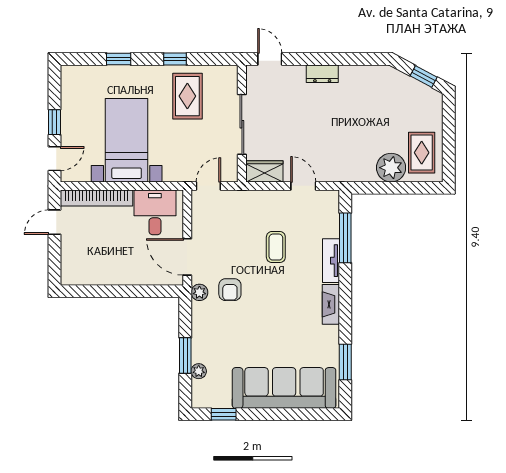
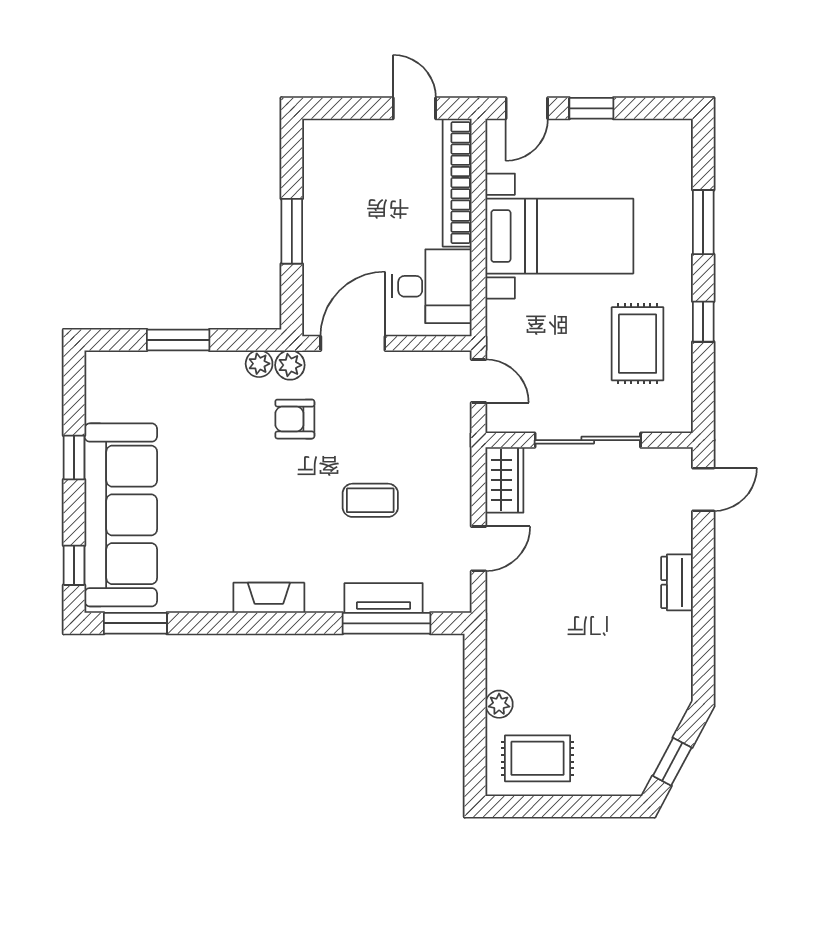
window: (119, 59) -> (703, 222), width x1.50
rug: (187, 96) -> (638, 344), turned 90
door: (54, 159) -> (527, 108), hinge flipped
plant: (391, 168) -> (499, 704), width x0.53, depth x0.53
tv unit: (331, 261) -> (384, 598), moved
window: (124, 291) -> (292, 231), added
window: (345, 362) -> (135, 623), moved
plant: (199, 371) -> (259, 364), moved
window: (224, 414) -> (74, 458), moved
window: (313, 414) -> (74, 565), added

